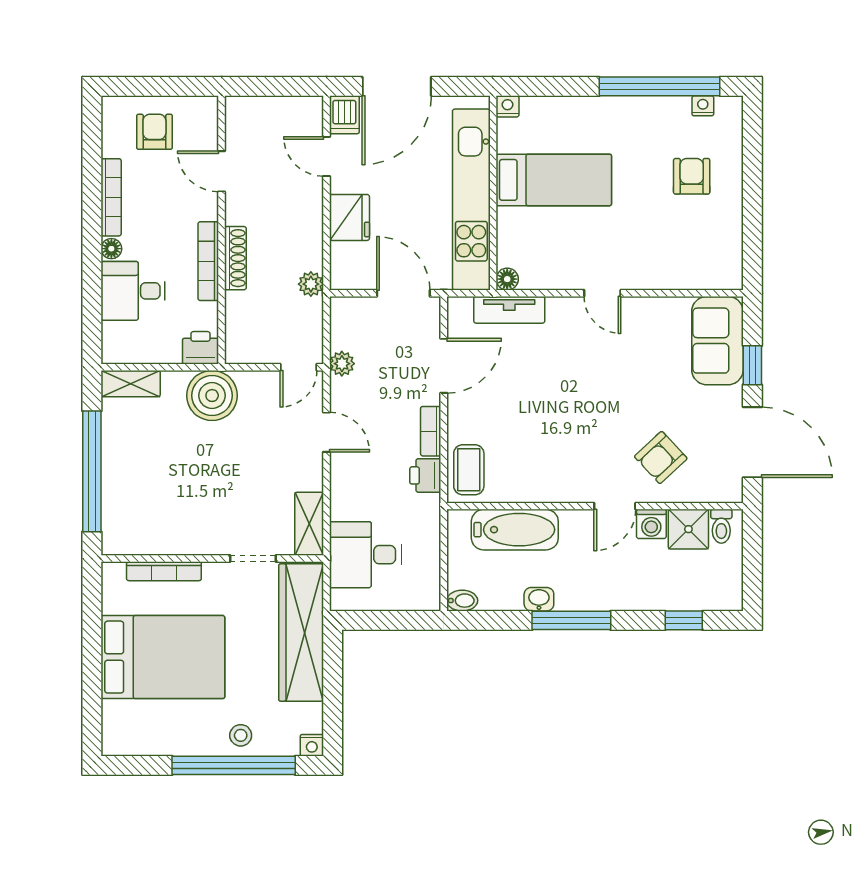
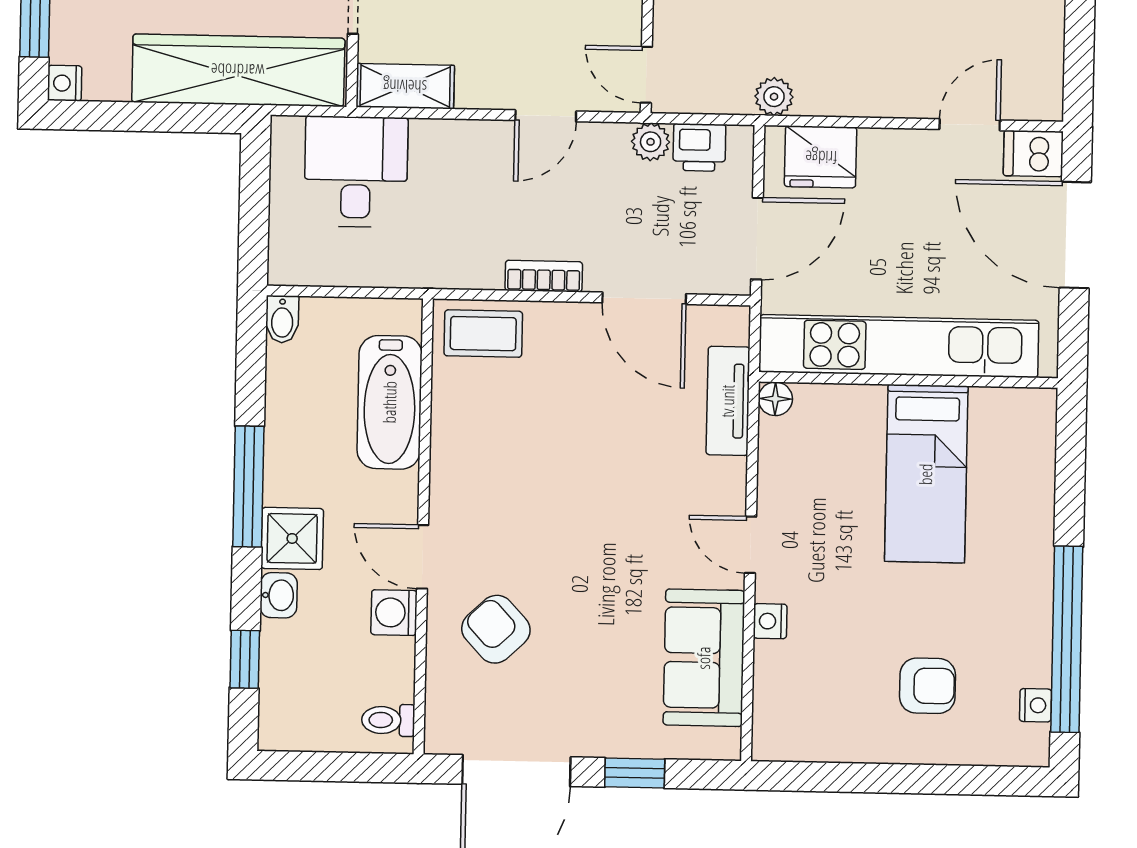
nightstand: (508, 106) -> (770, 621), moved, turned 180
fridge: (349, 217) -> (821, 157), moved
door: (602, 293) -> (751, 545), hinge flipped
sofa: (717, 341) -> (704, 658), moved, turned -90
printer: (425, 475) -> (699, 147), moved, turned 180
shower: (688, 529) -> (292, 538), moved
washbasin: (539, 599) -> (279, 595), moved

